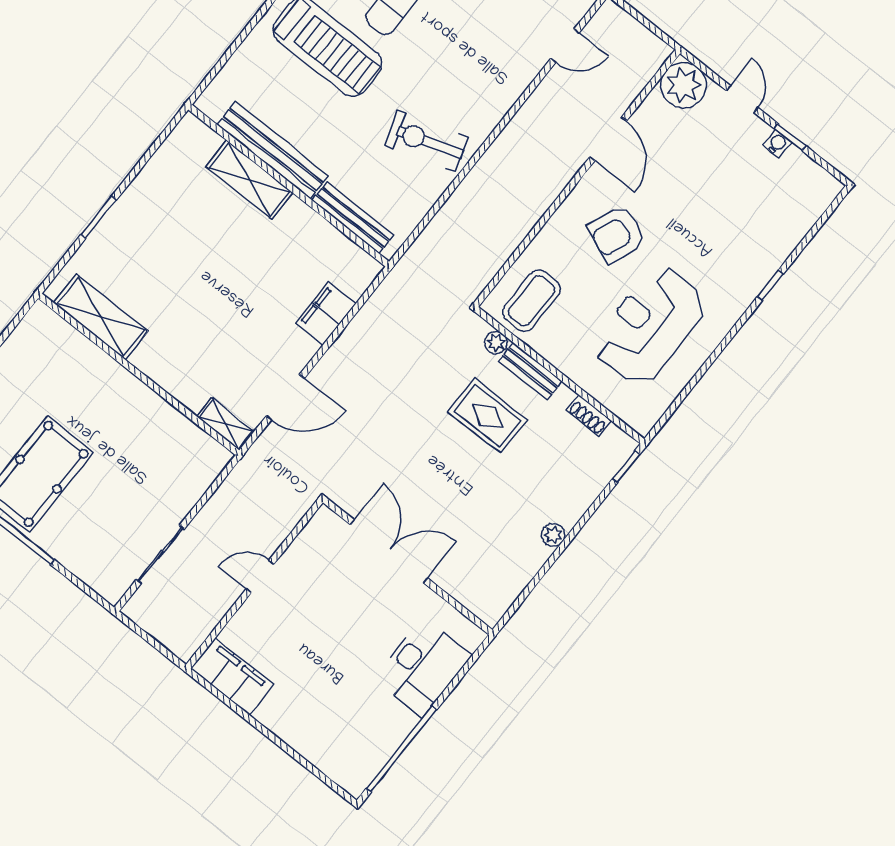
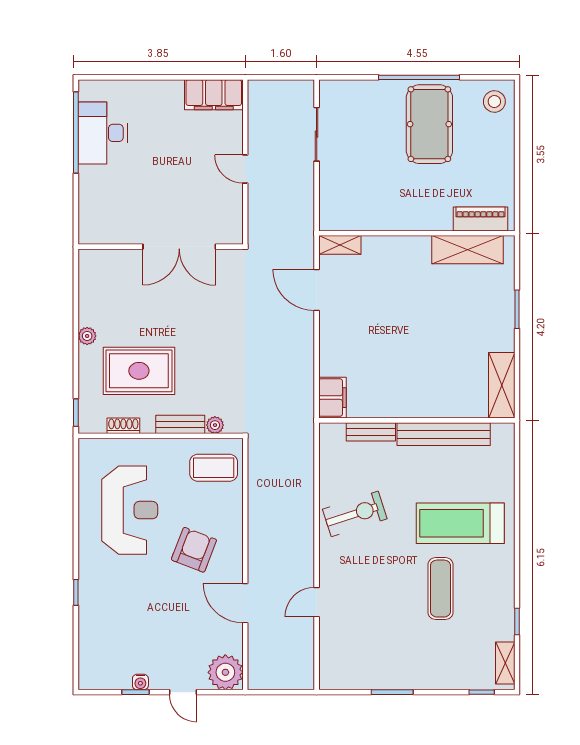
door: (565, 46) -> (317, 602), moved
shelving: (249, 180) -> (502, 385), moved, turned 90
bench: (353, 218) -> (371, 432), width x0.73
coffee table: (531, 301) -> (214, 468), turned 90
filing cabinet: (326, 313) -> (332, 398), moved
piano: (63, 338) -> (480, 219), added
door: (285, 397) -> (317, 290), hinge flipped
rug: (488, 416) -> (139, 371), moved, width x1.36, depth x1.43
door: (260, 576) -> (245, 169), swing flipped
desk: (423, 667) -> (103, 133), moved

